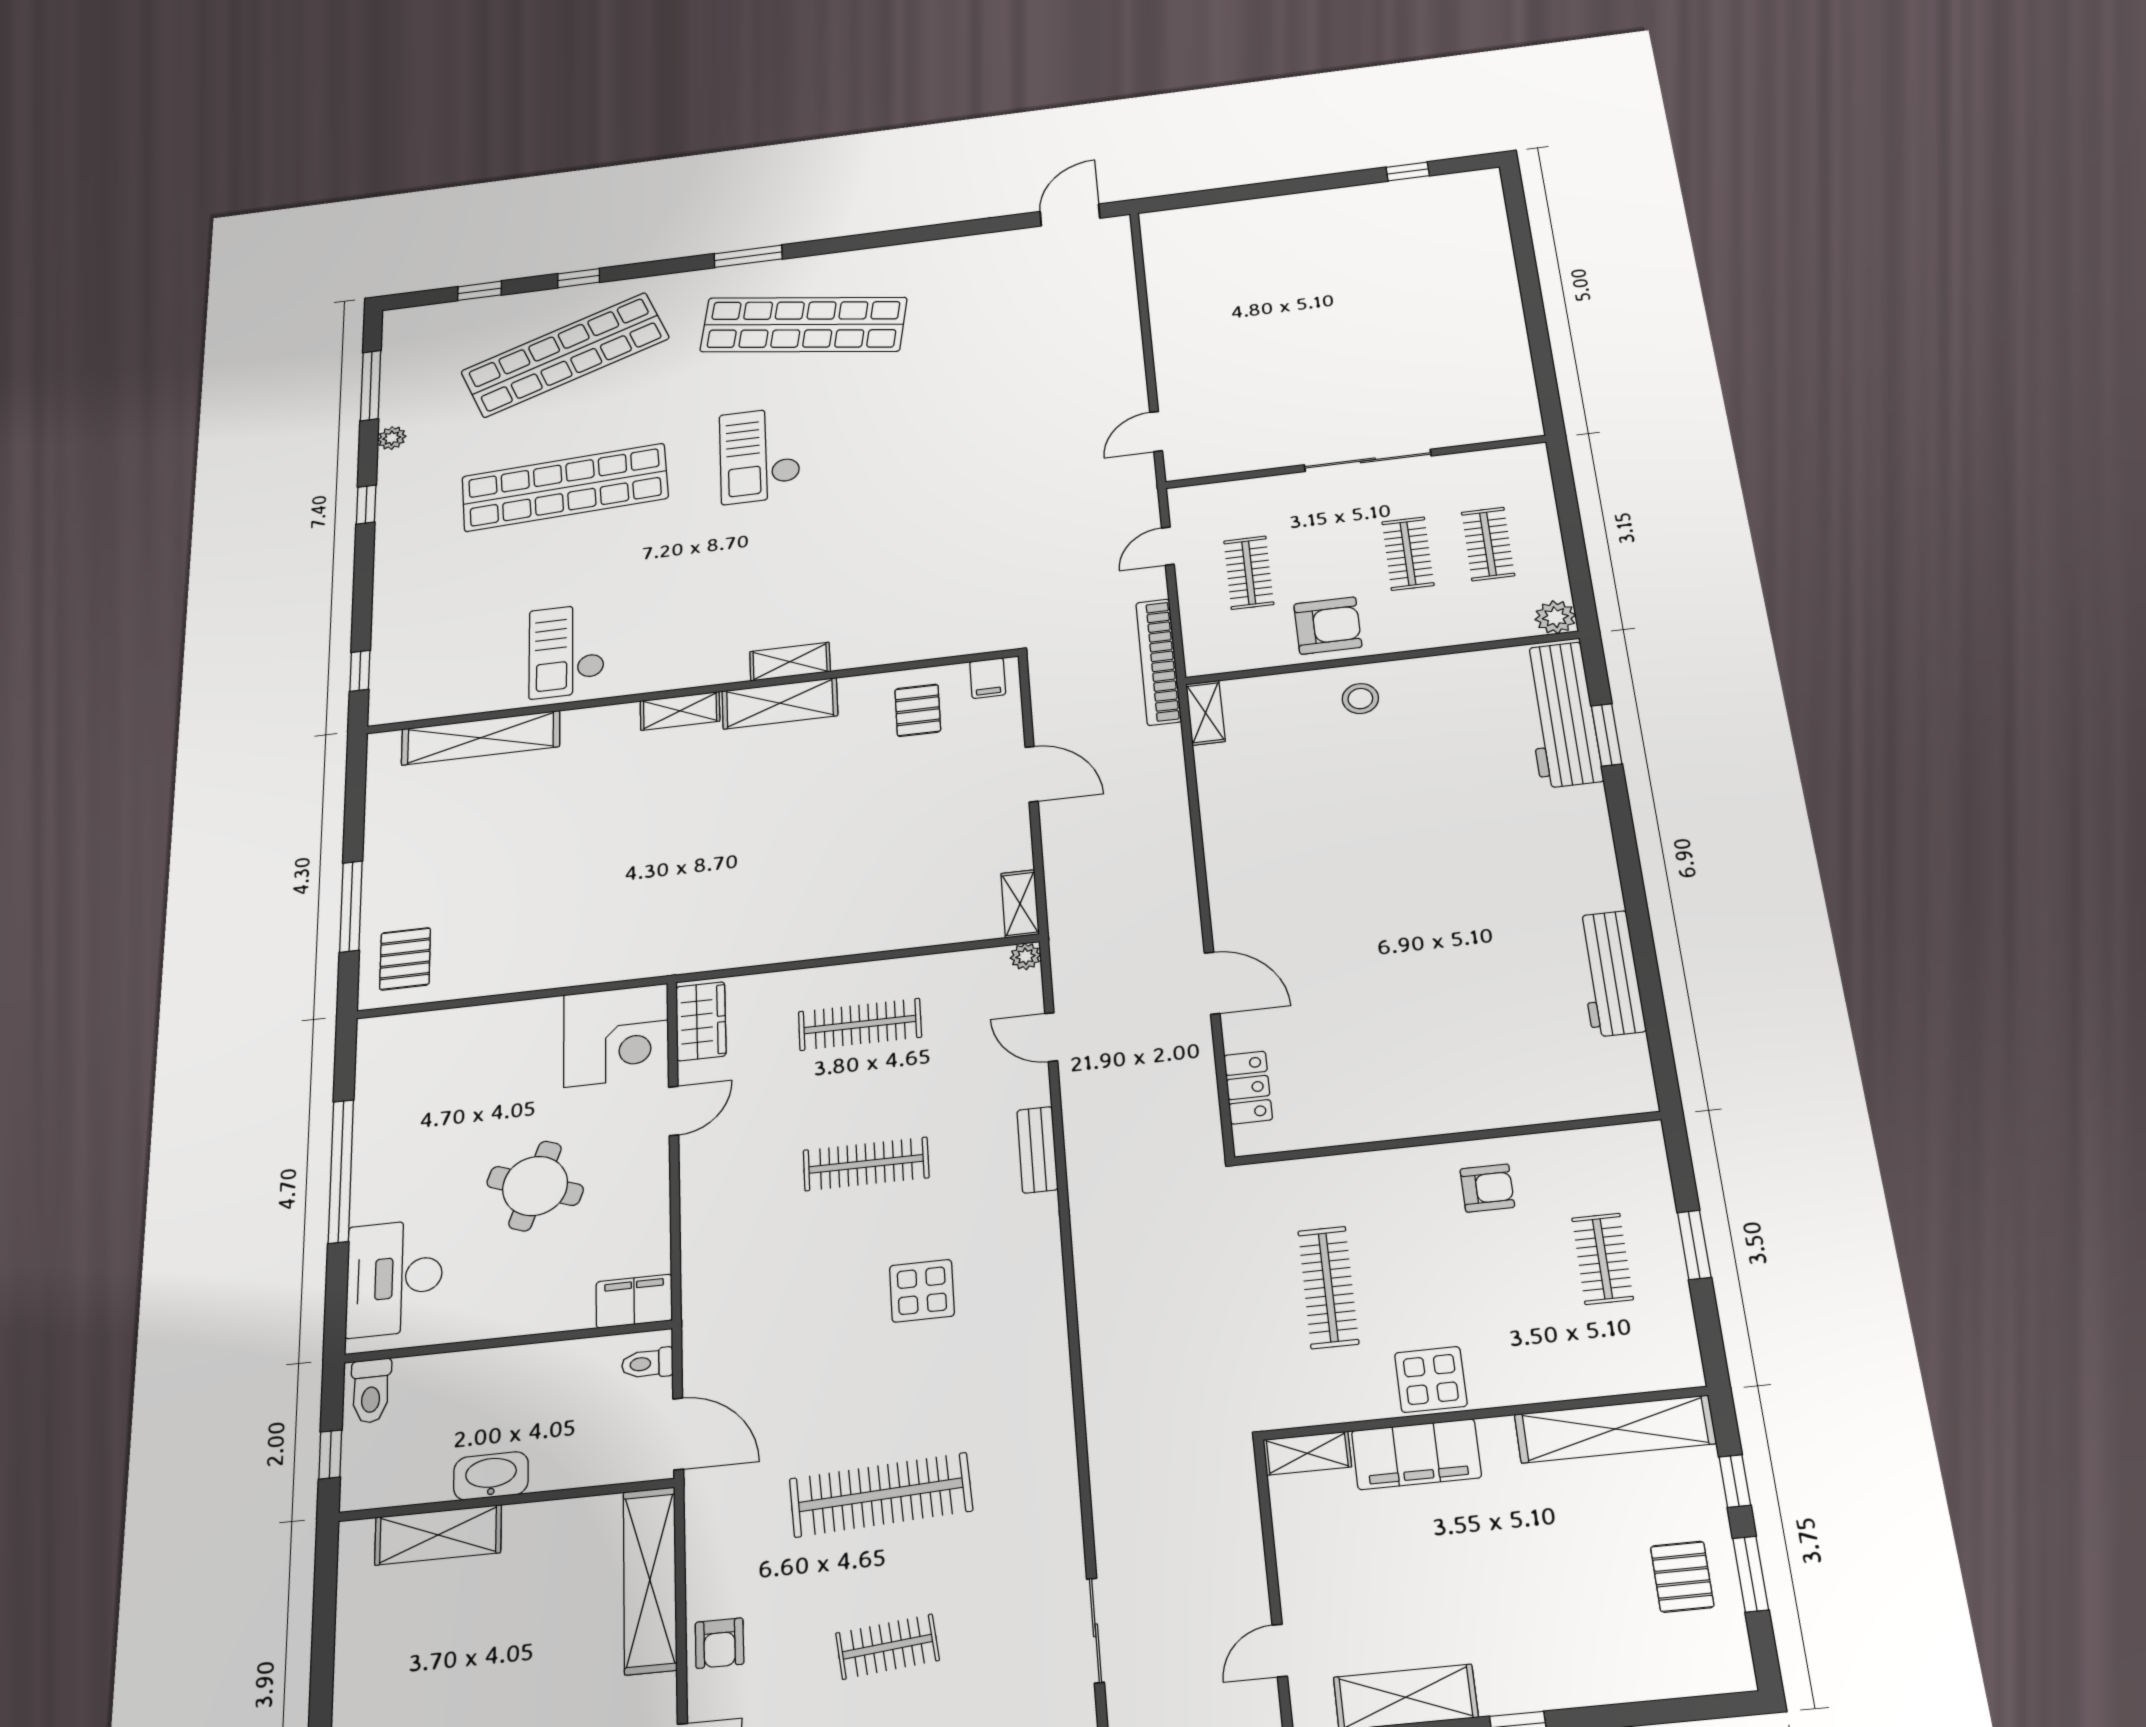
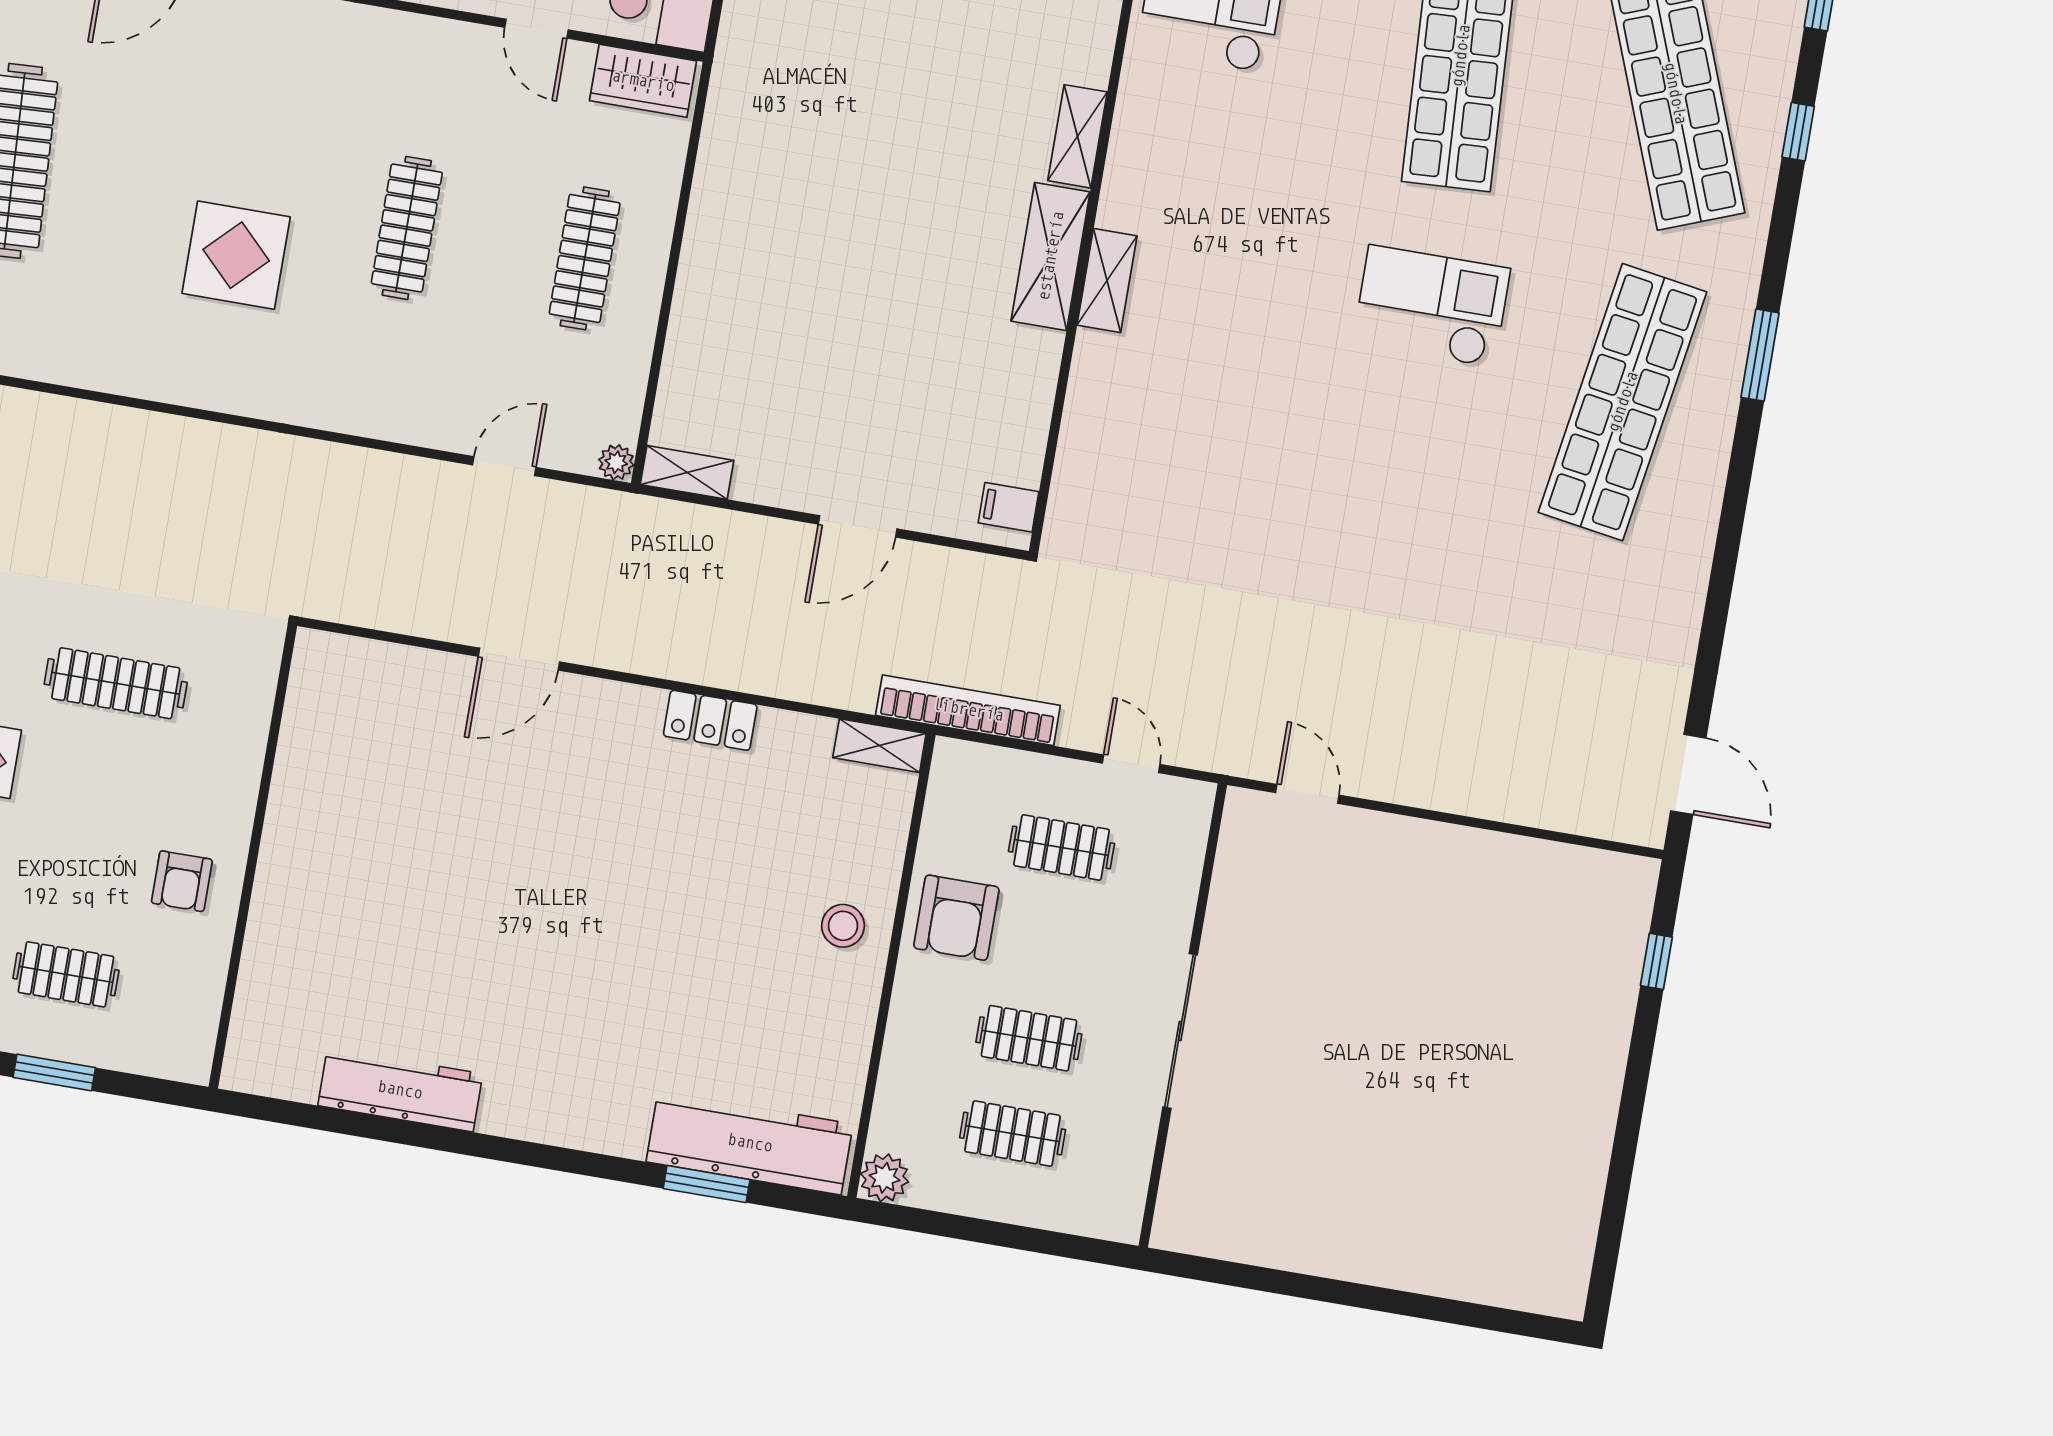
window: (1408, 171) -> (1656, 961), moved
pallet: (918, 710) -> (989, 416), removed
locker: (1248, 1088) -> (710, 720), moved
bench: (1037, 1150) -> (369, 418), removed
display table: (922, 1291) -> (236, 255), width x1.36, depth x1.36

